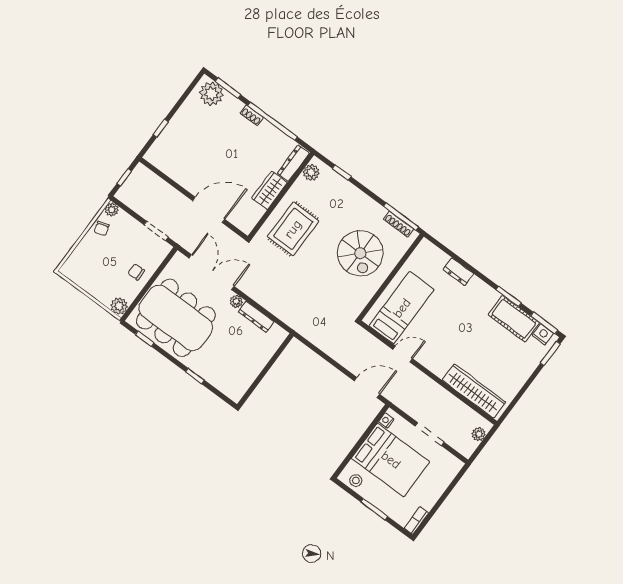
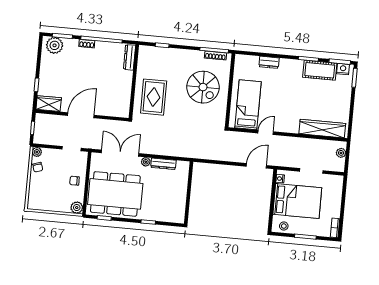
plant: (311, 173) -> (144, 56), removed
wardrobe: (269, 190) -> (49, 104), moved, turned 90
door: (209, 210) -> (81, 115), moved

